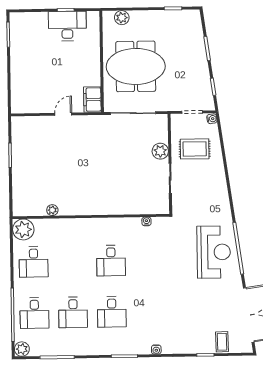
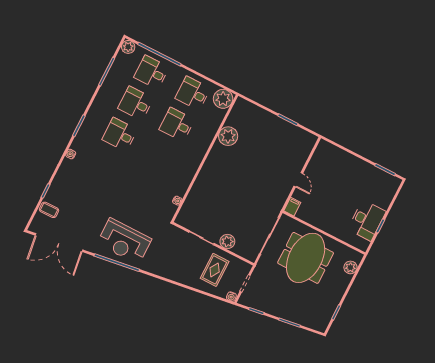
filing cabinet: (92, 100) -> (292, 207), width x0.50
plant: (52, 210) -> (228, 136), width x1.87, depth x1.87
desk: (111, 261) -> (177, 124), moved

